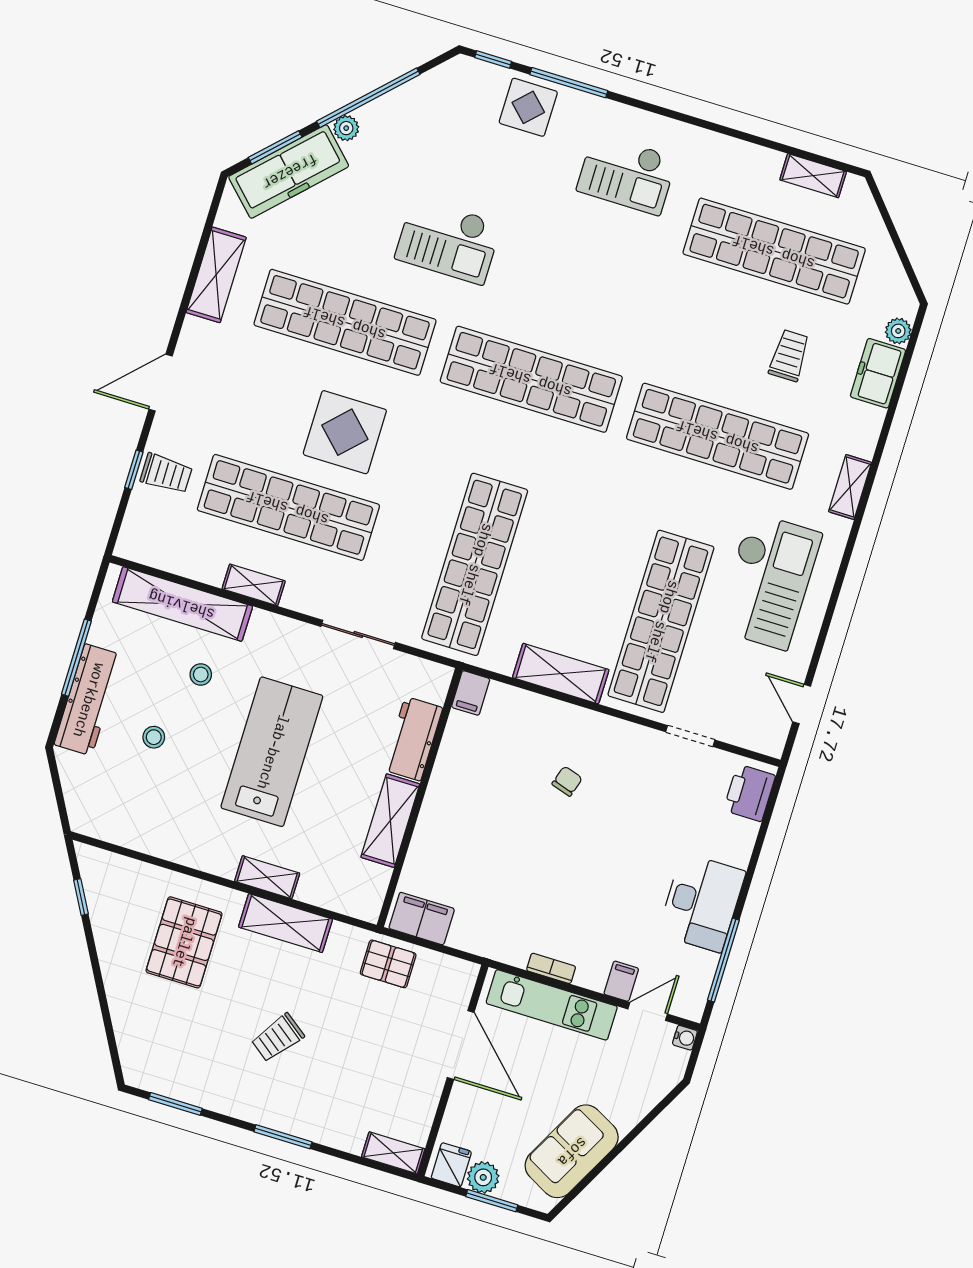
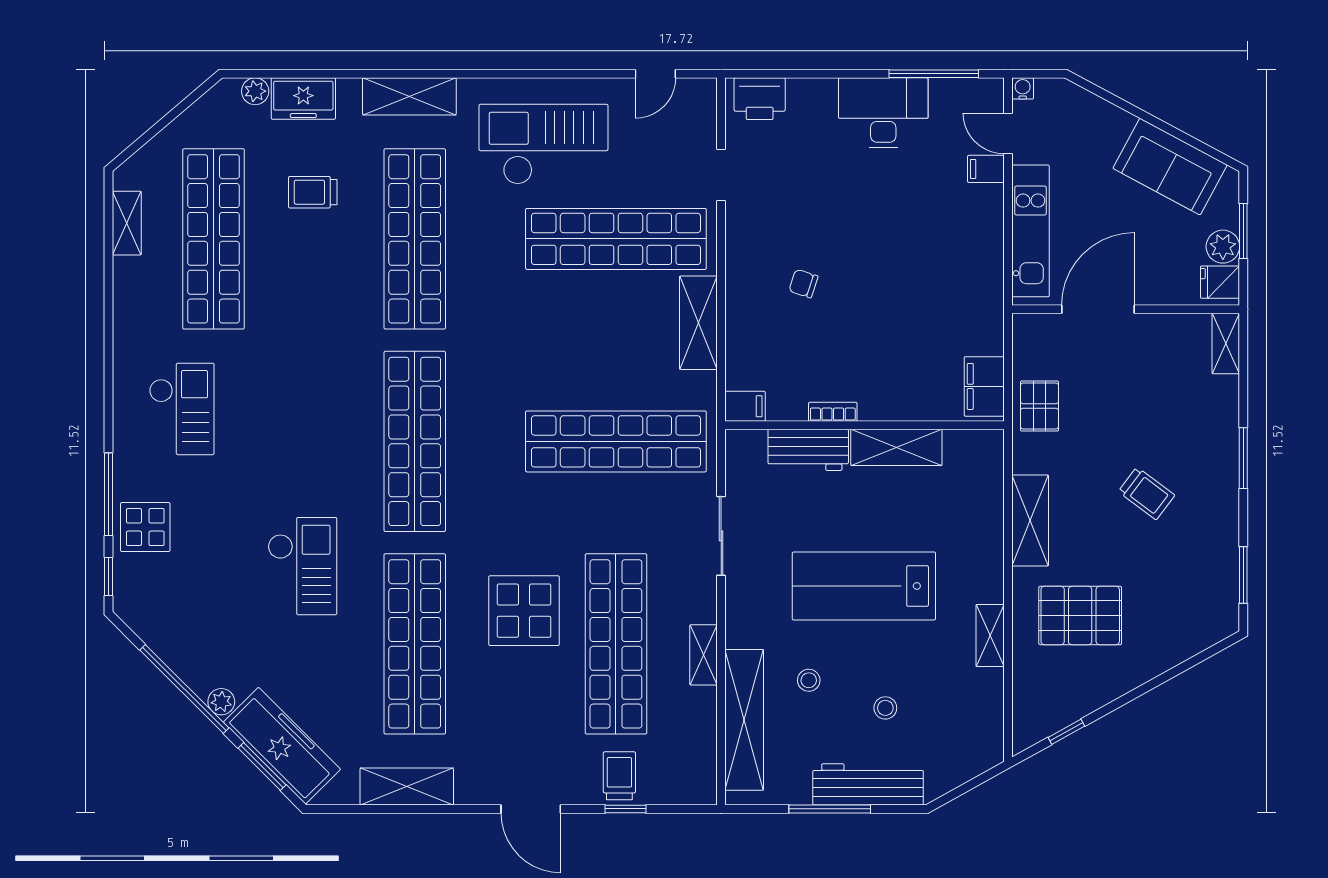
shelving: (850, 487) -> (409, 96), width x1.50, depth x1.33
shelving: (267, 877) -> (990, 636), moved
bookcase: (551, 968) -> (833, 412), moved, turned 90

